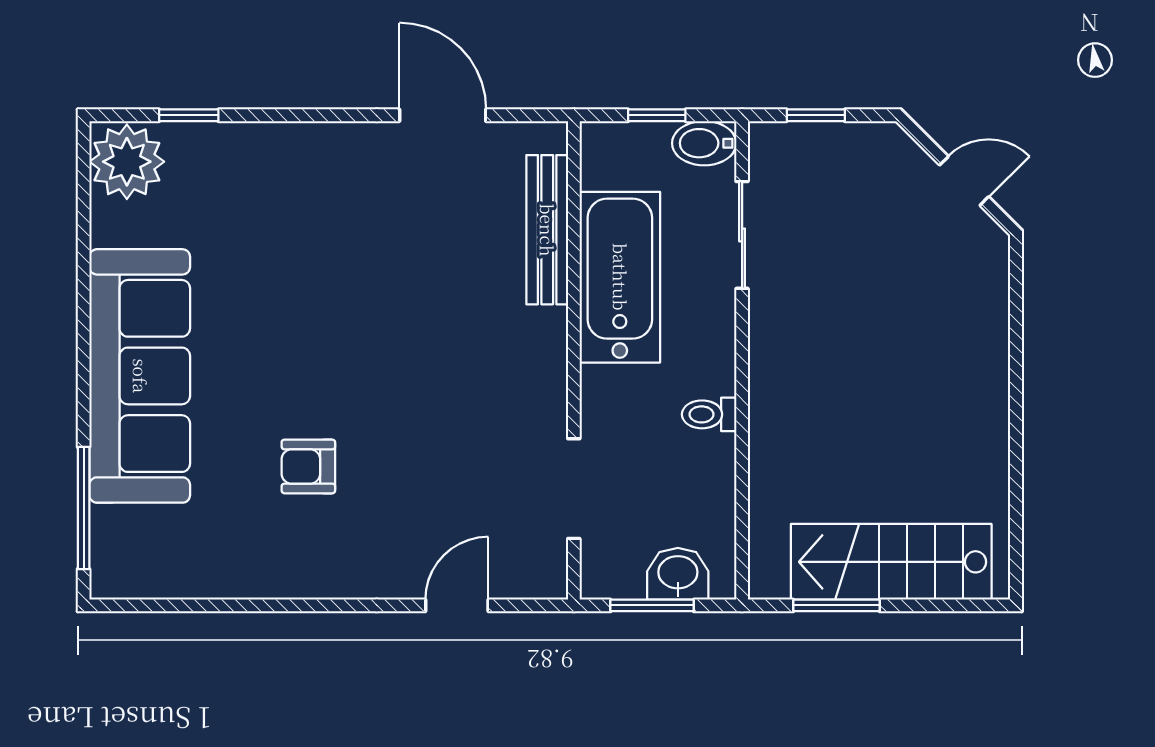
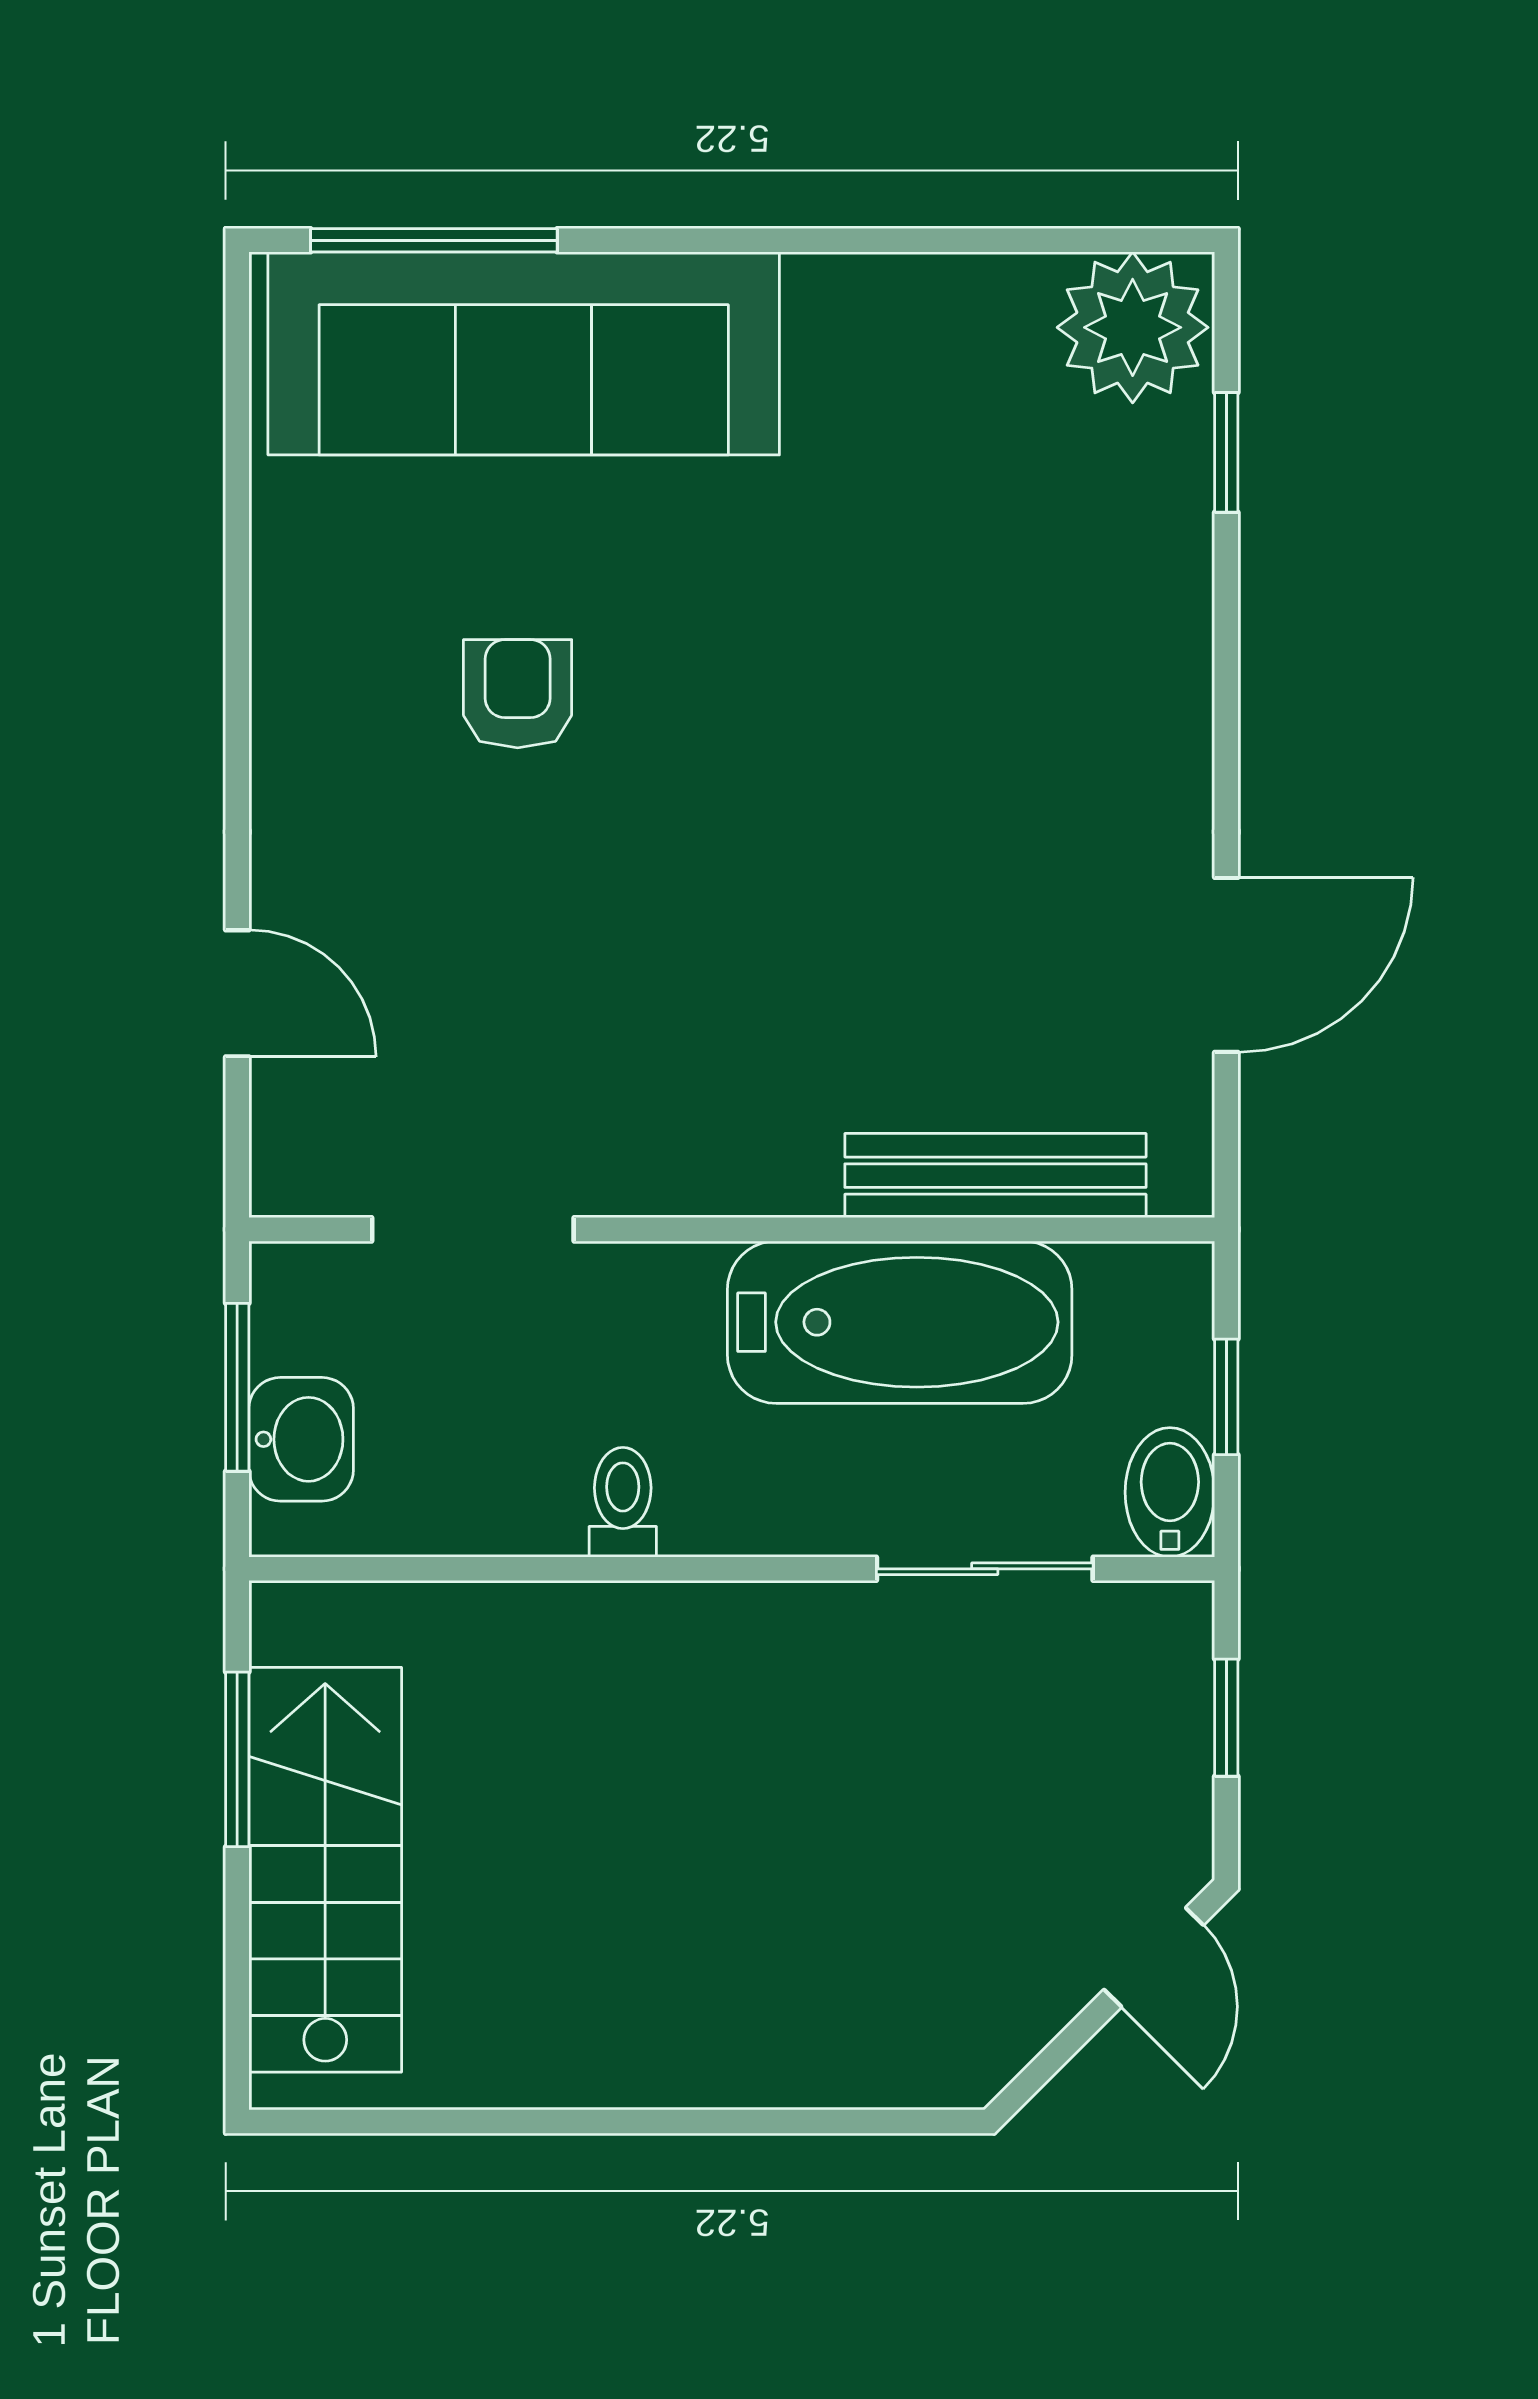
door: (964, 181) -> (1154, 1957), moved
sofa: (140, 376) -> (524, 353), moved

